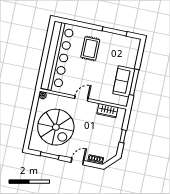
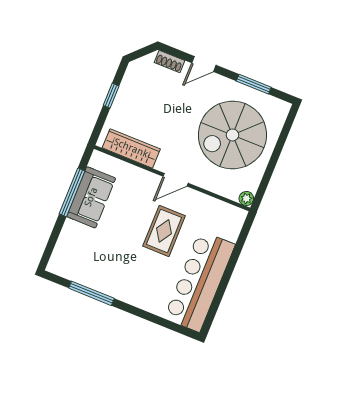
rug: (90, 48) -> (164, 231), moved
bar counter: (57, 57) -> (200, 281), width x0.73
wardrobe: (107, 111) -> (131, 148), width x1.50
spiral stairs: (56, 127) -> (232, 135), turned -90

